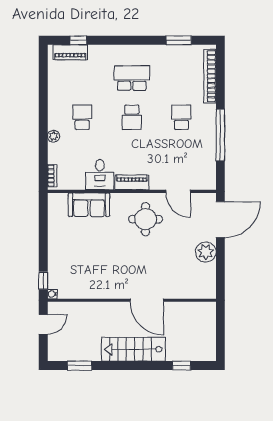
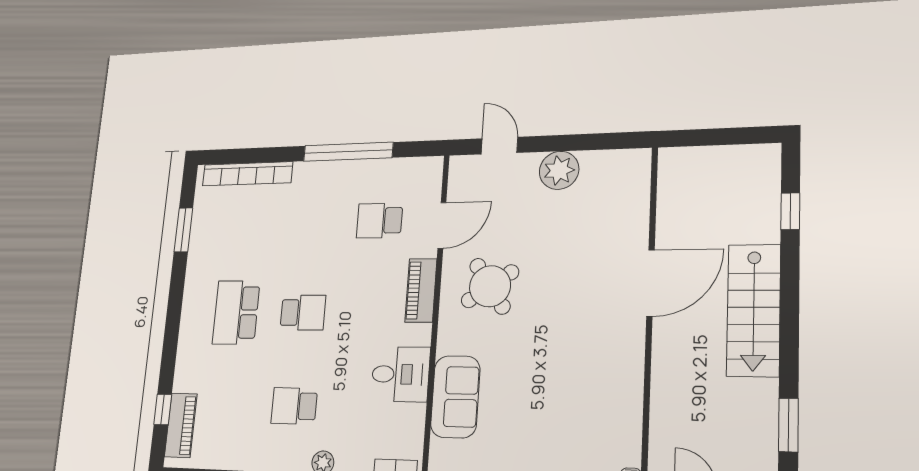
school desk: (181, 117) -> (380, 221), moved
piano: (132, 182) -> (421, 290), moved
round table: (146, 219) -> (490, 286), turned -34
door: (220, 220) -> (499, 146), width x0.53

